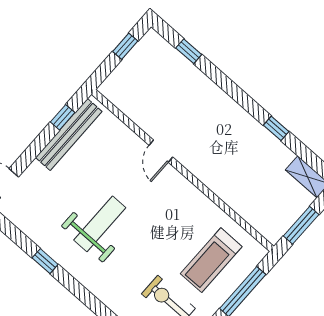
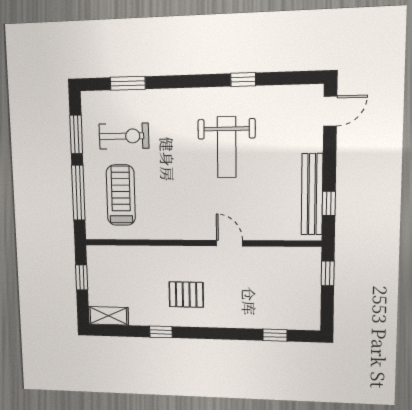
window: (125, 46) -> (328, 273), moved
pallet: (229, 141) -> (186, 295), added
window: (301, 225) -> (82, 277), width x0.67

